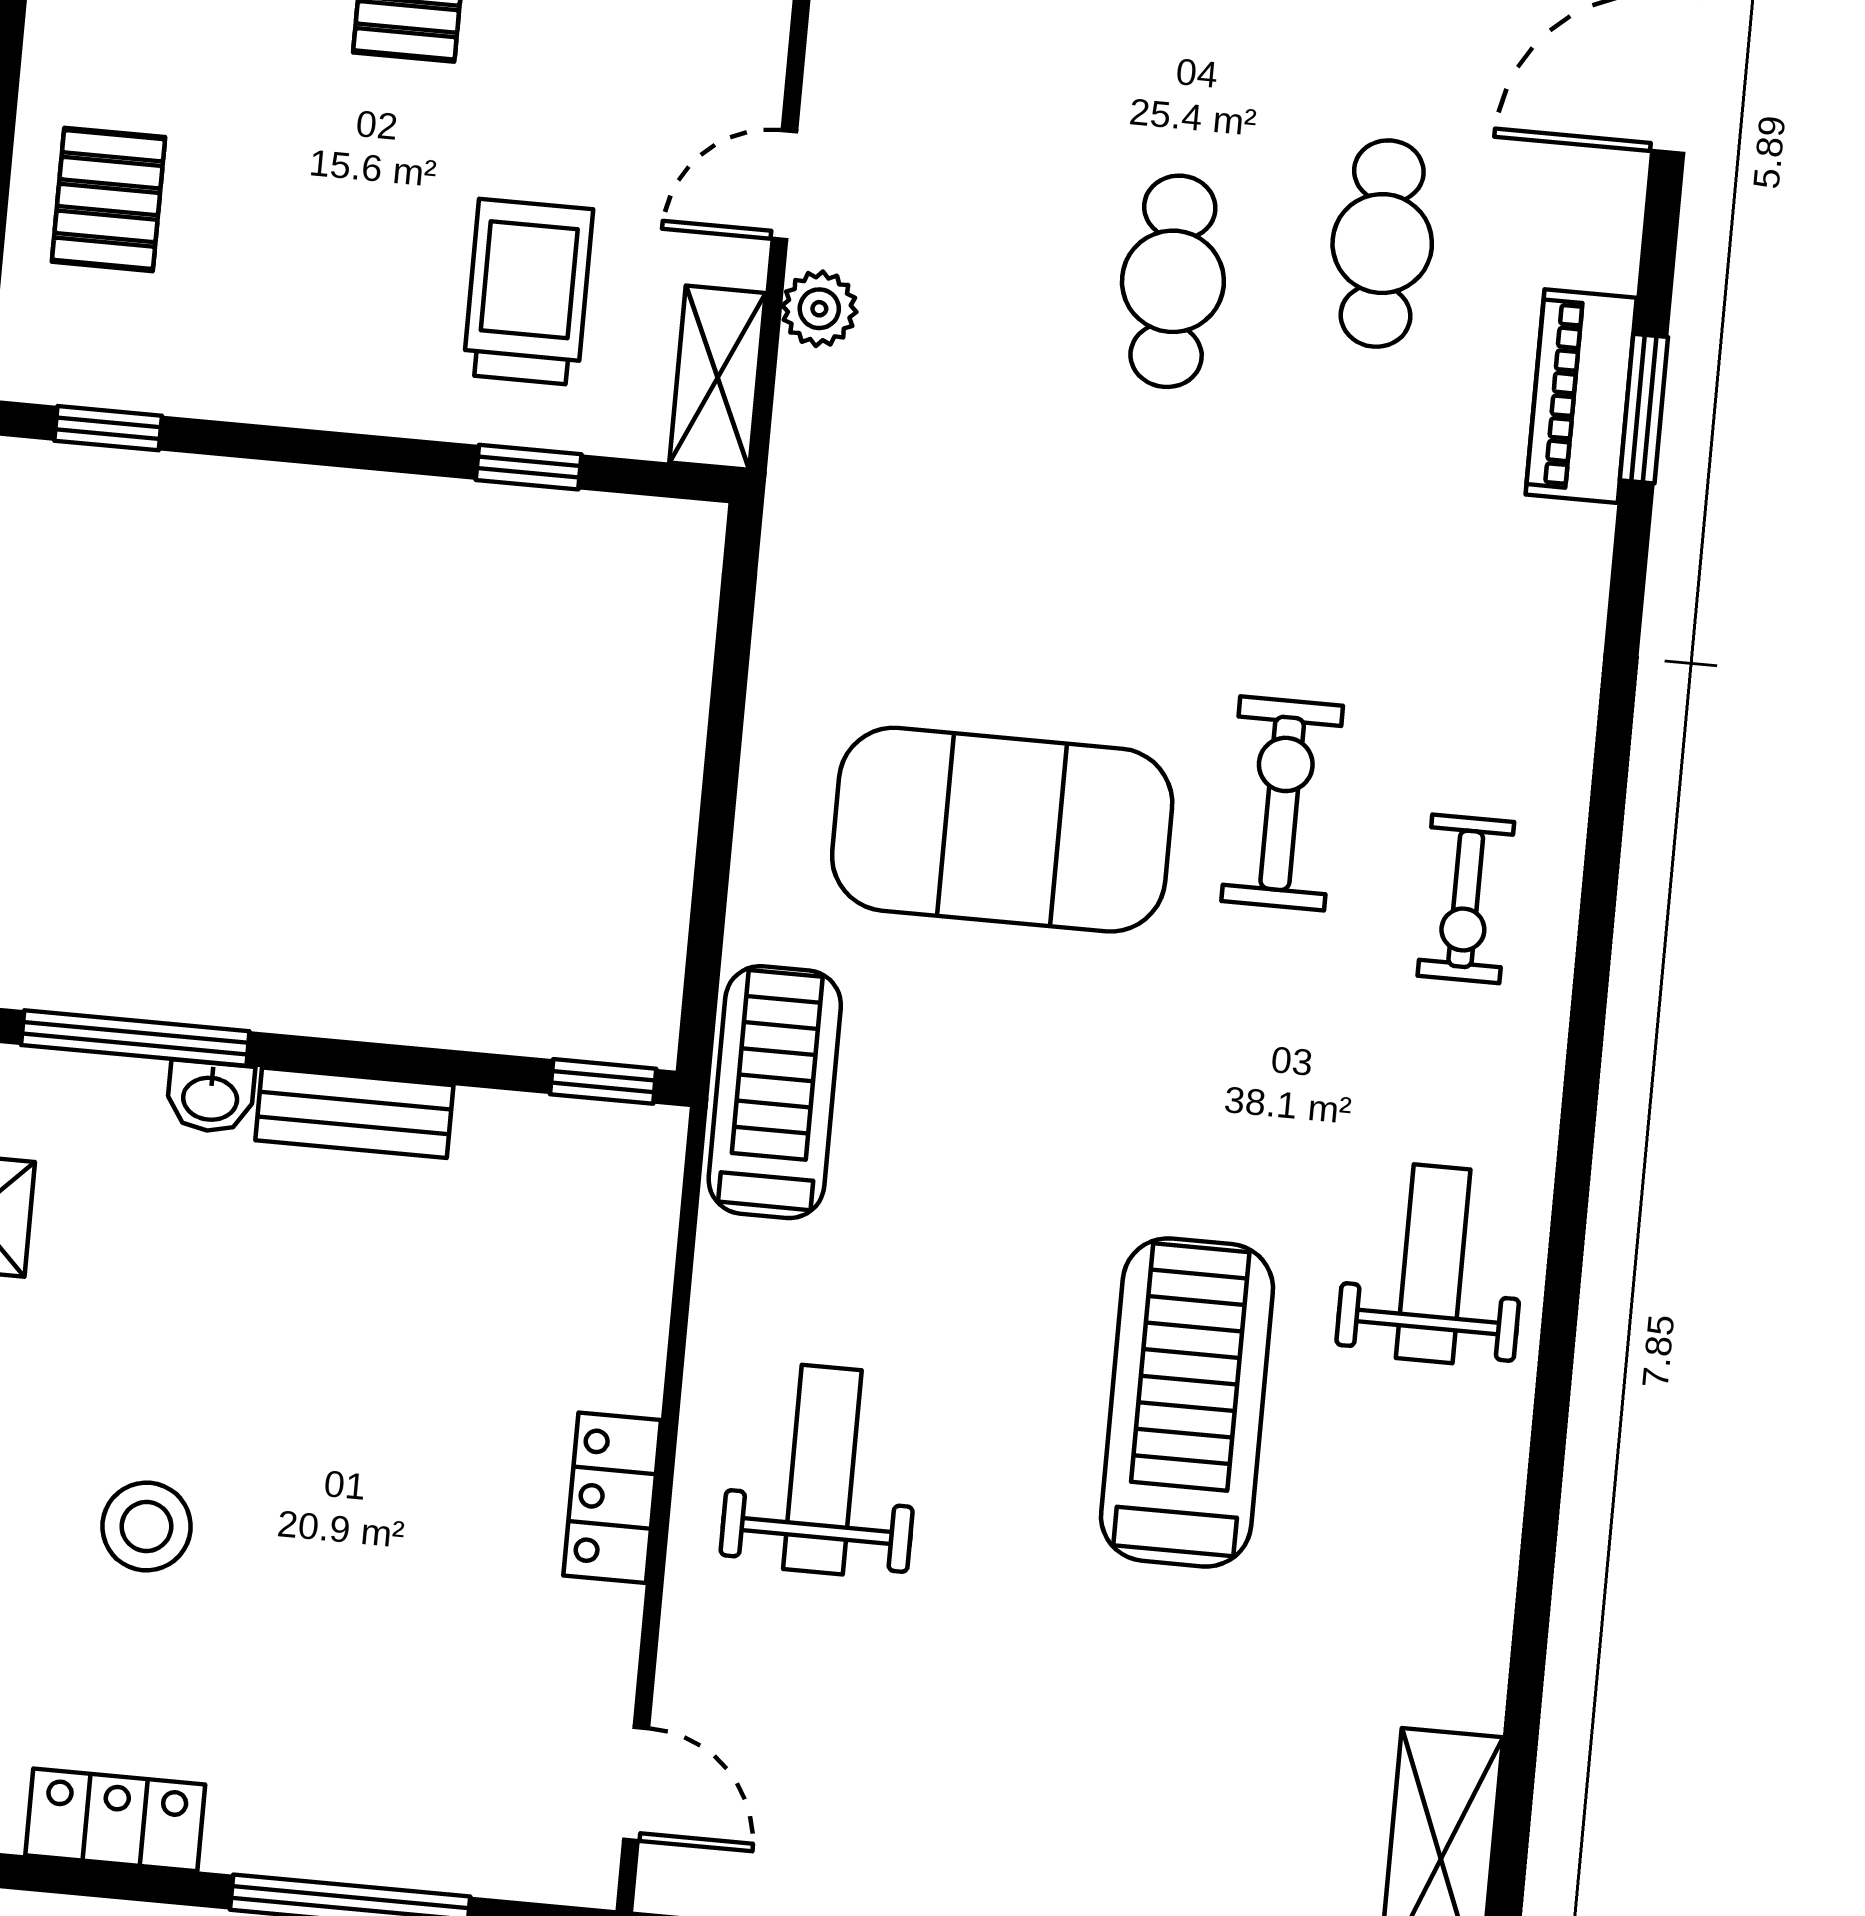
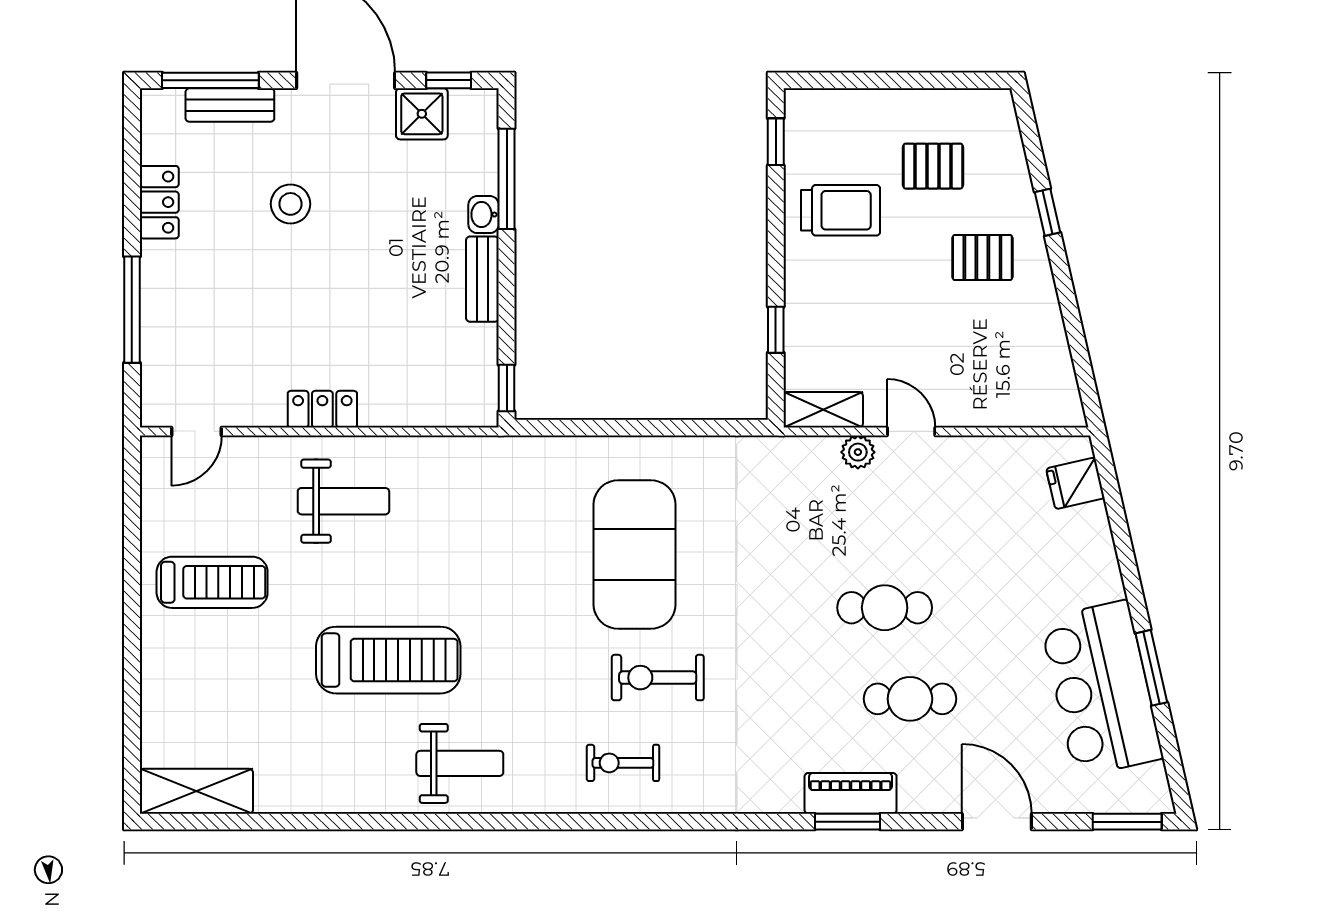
pallet: (109, 199) -> (933, 166), moved
trolley: (528, 292) -> (841, 210), moved
exercise bike: (1282, 803) -> (658, 678), turned 180
treadmill: (775, 1092) -> (212, 582), moved

